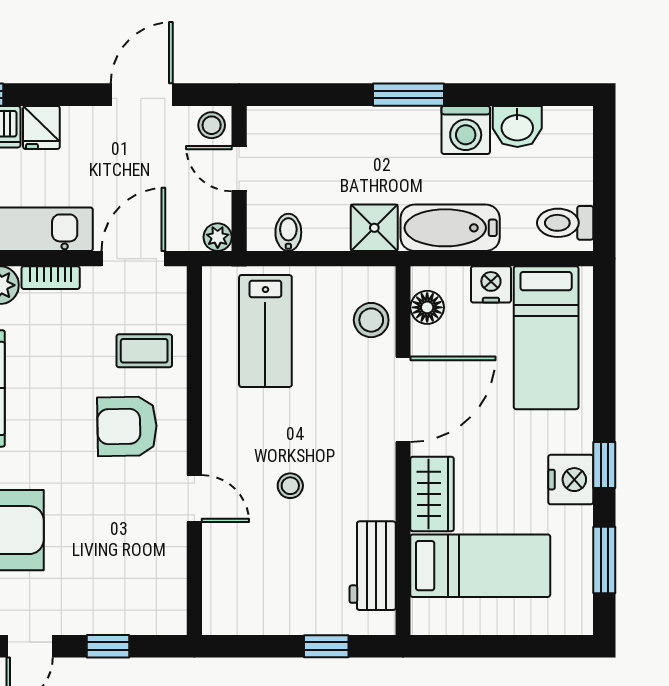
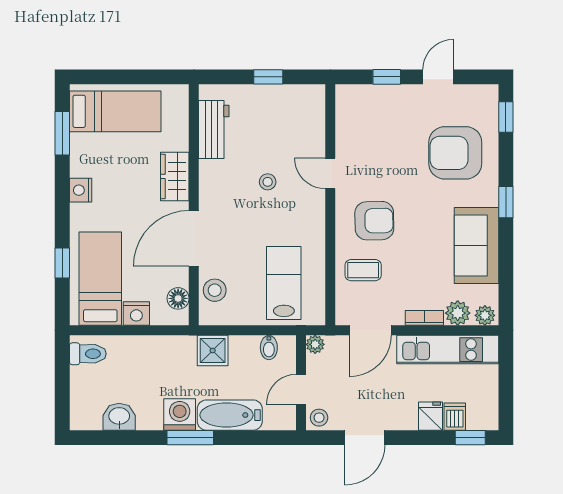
washing machine: (466, 130) -> (180, 415), moved
door: (239, 169) -> (301, 389), swing flipped
bathtub: (450, 228) -> (230, 415), moved, turned 180
window: (604, 465) -> (62, 263), moved
nightstand: (571, 480) -> (81, 190), width x0.74, depth x0.75
bed: (480, 566) -> (115, 111), moved, turned 180
window: (326, 646) -> (268, 77), moved

